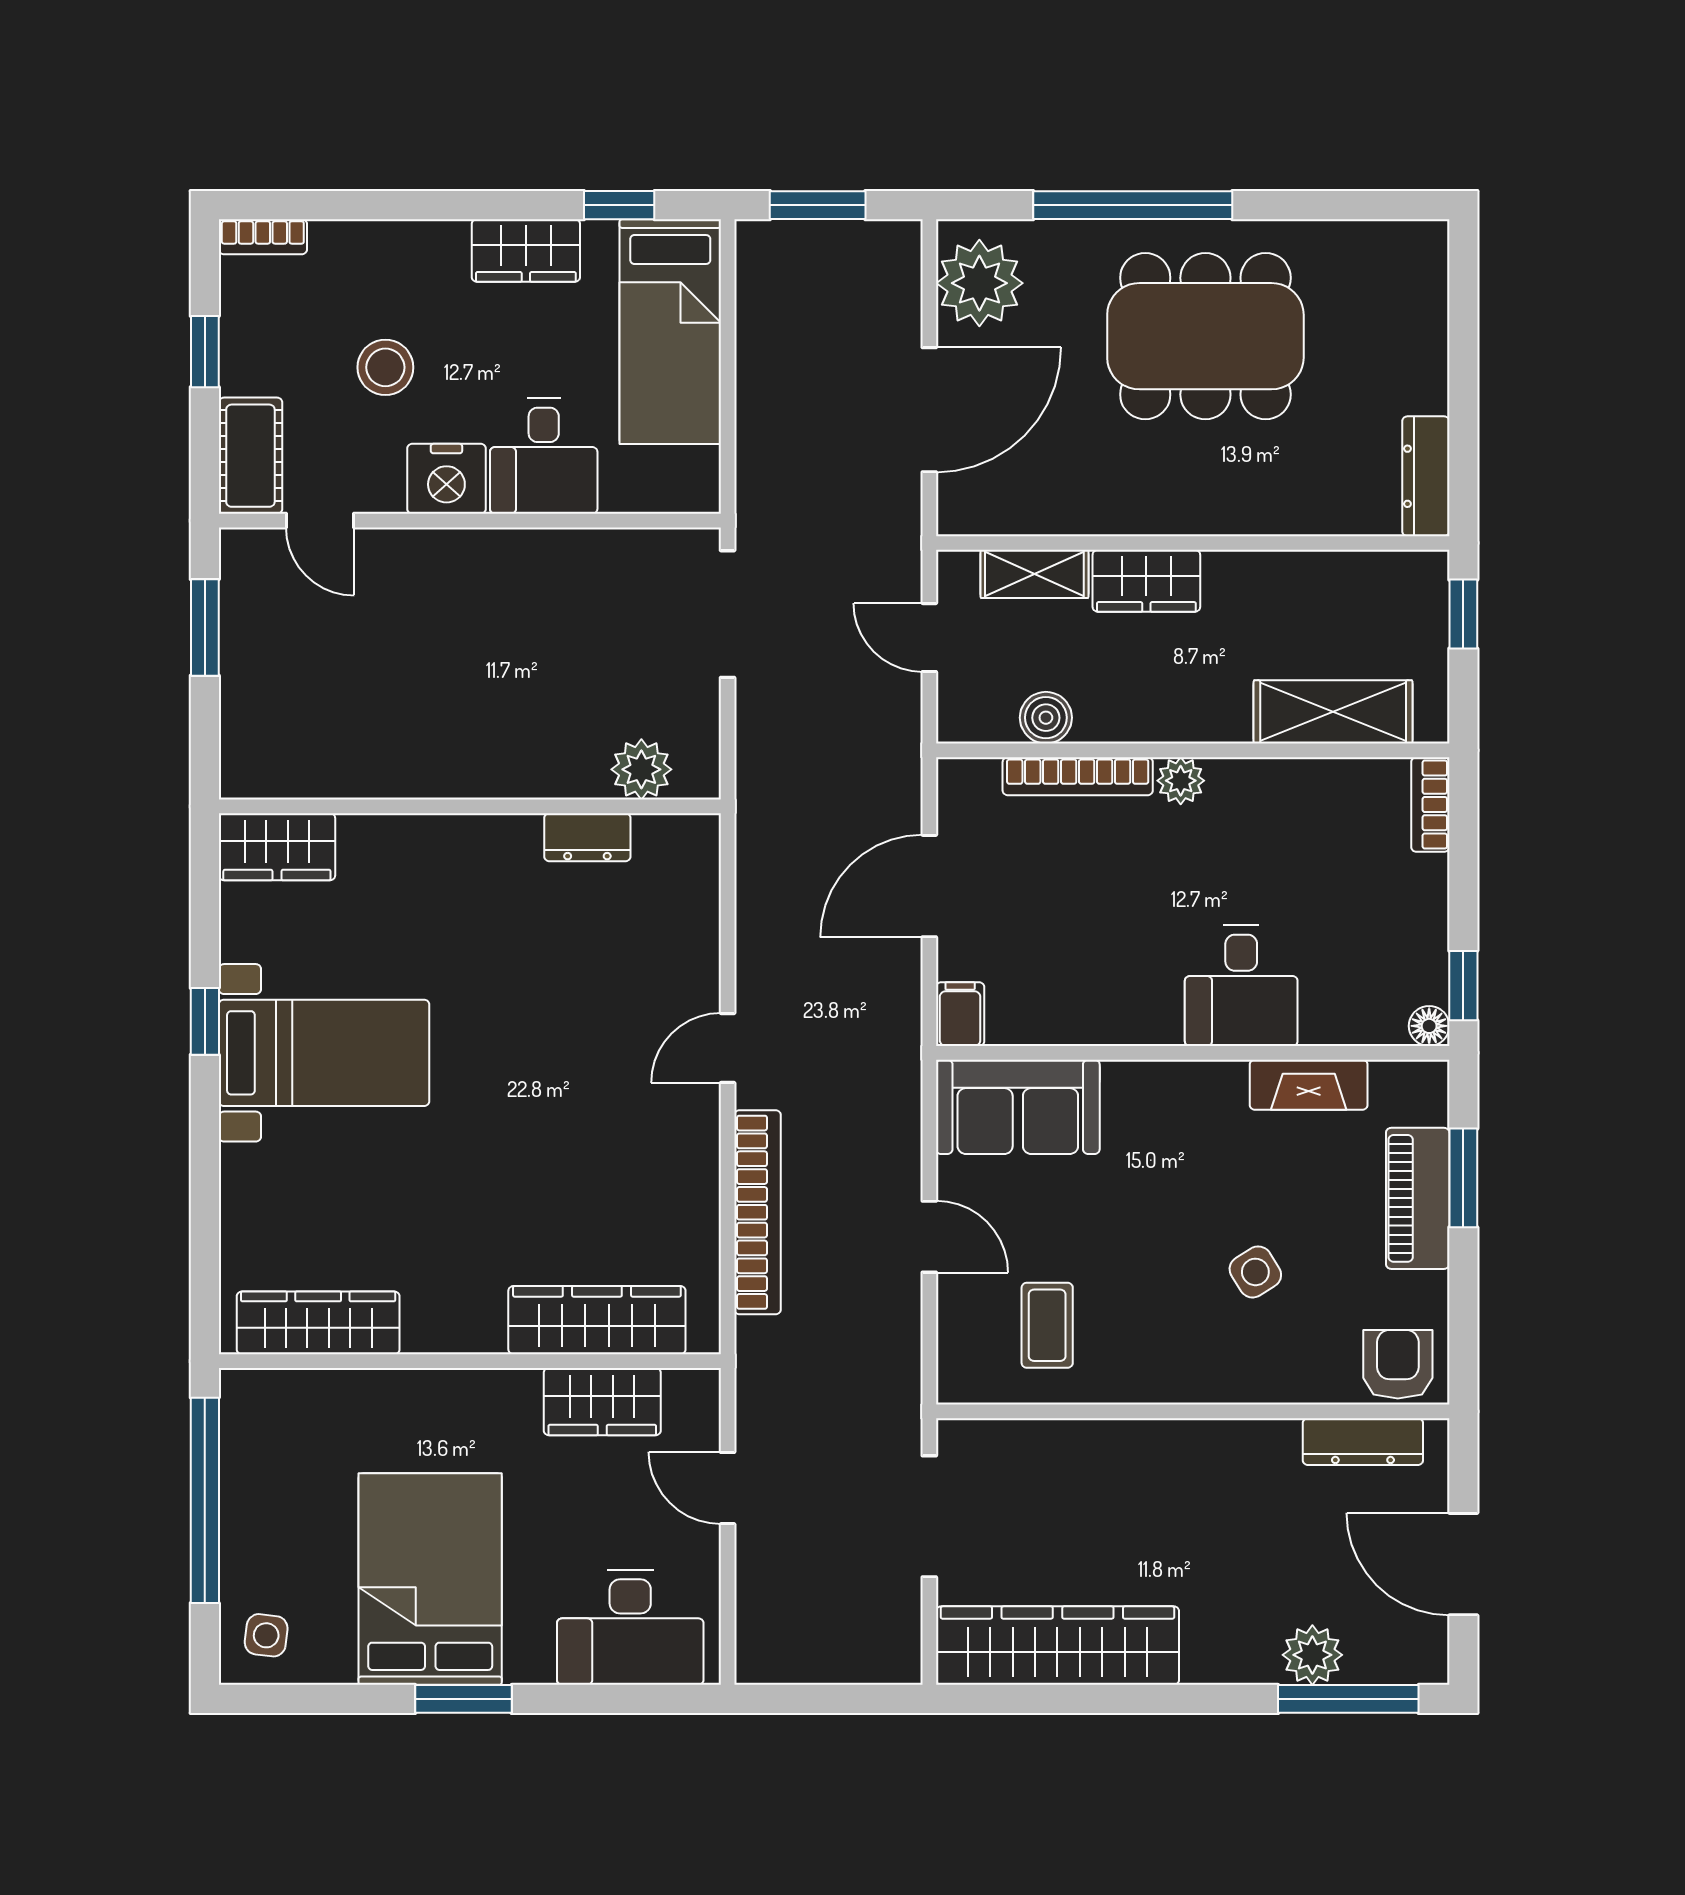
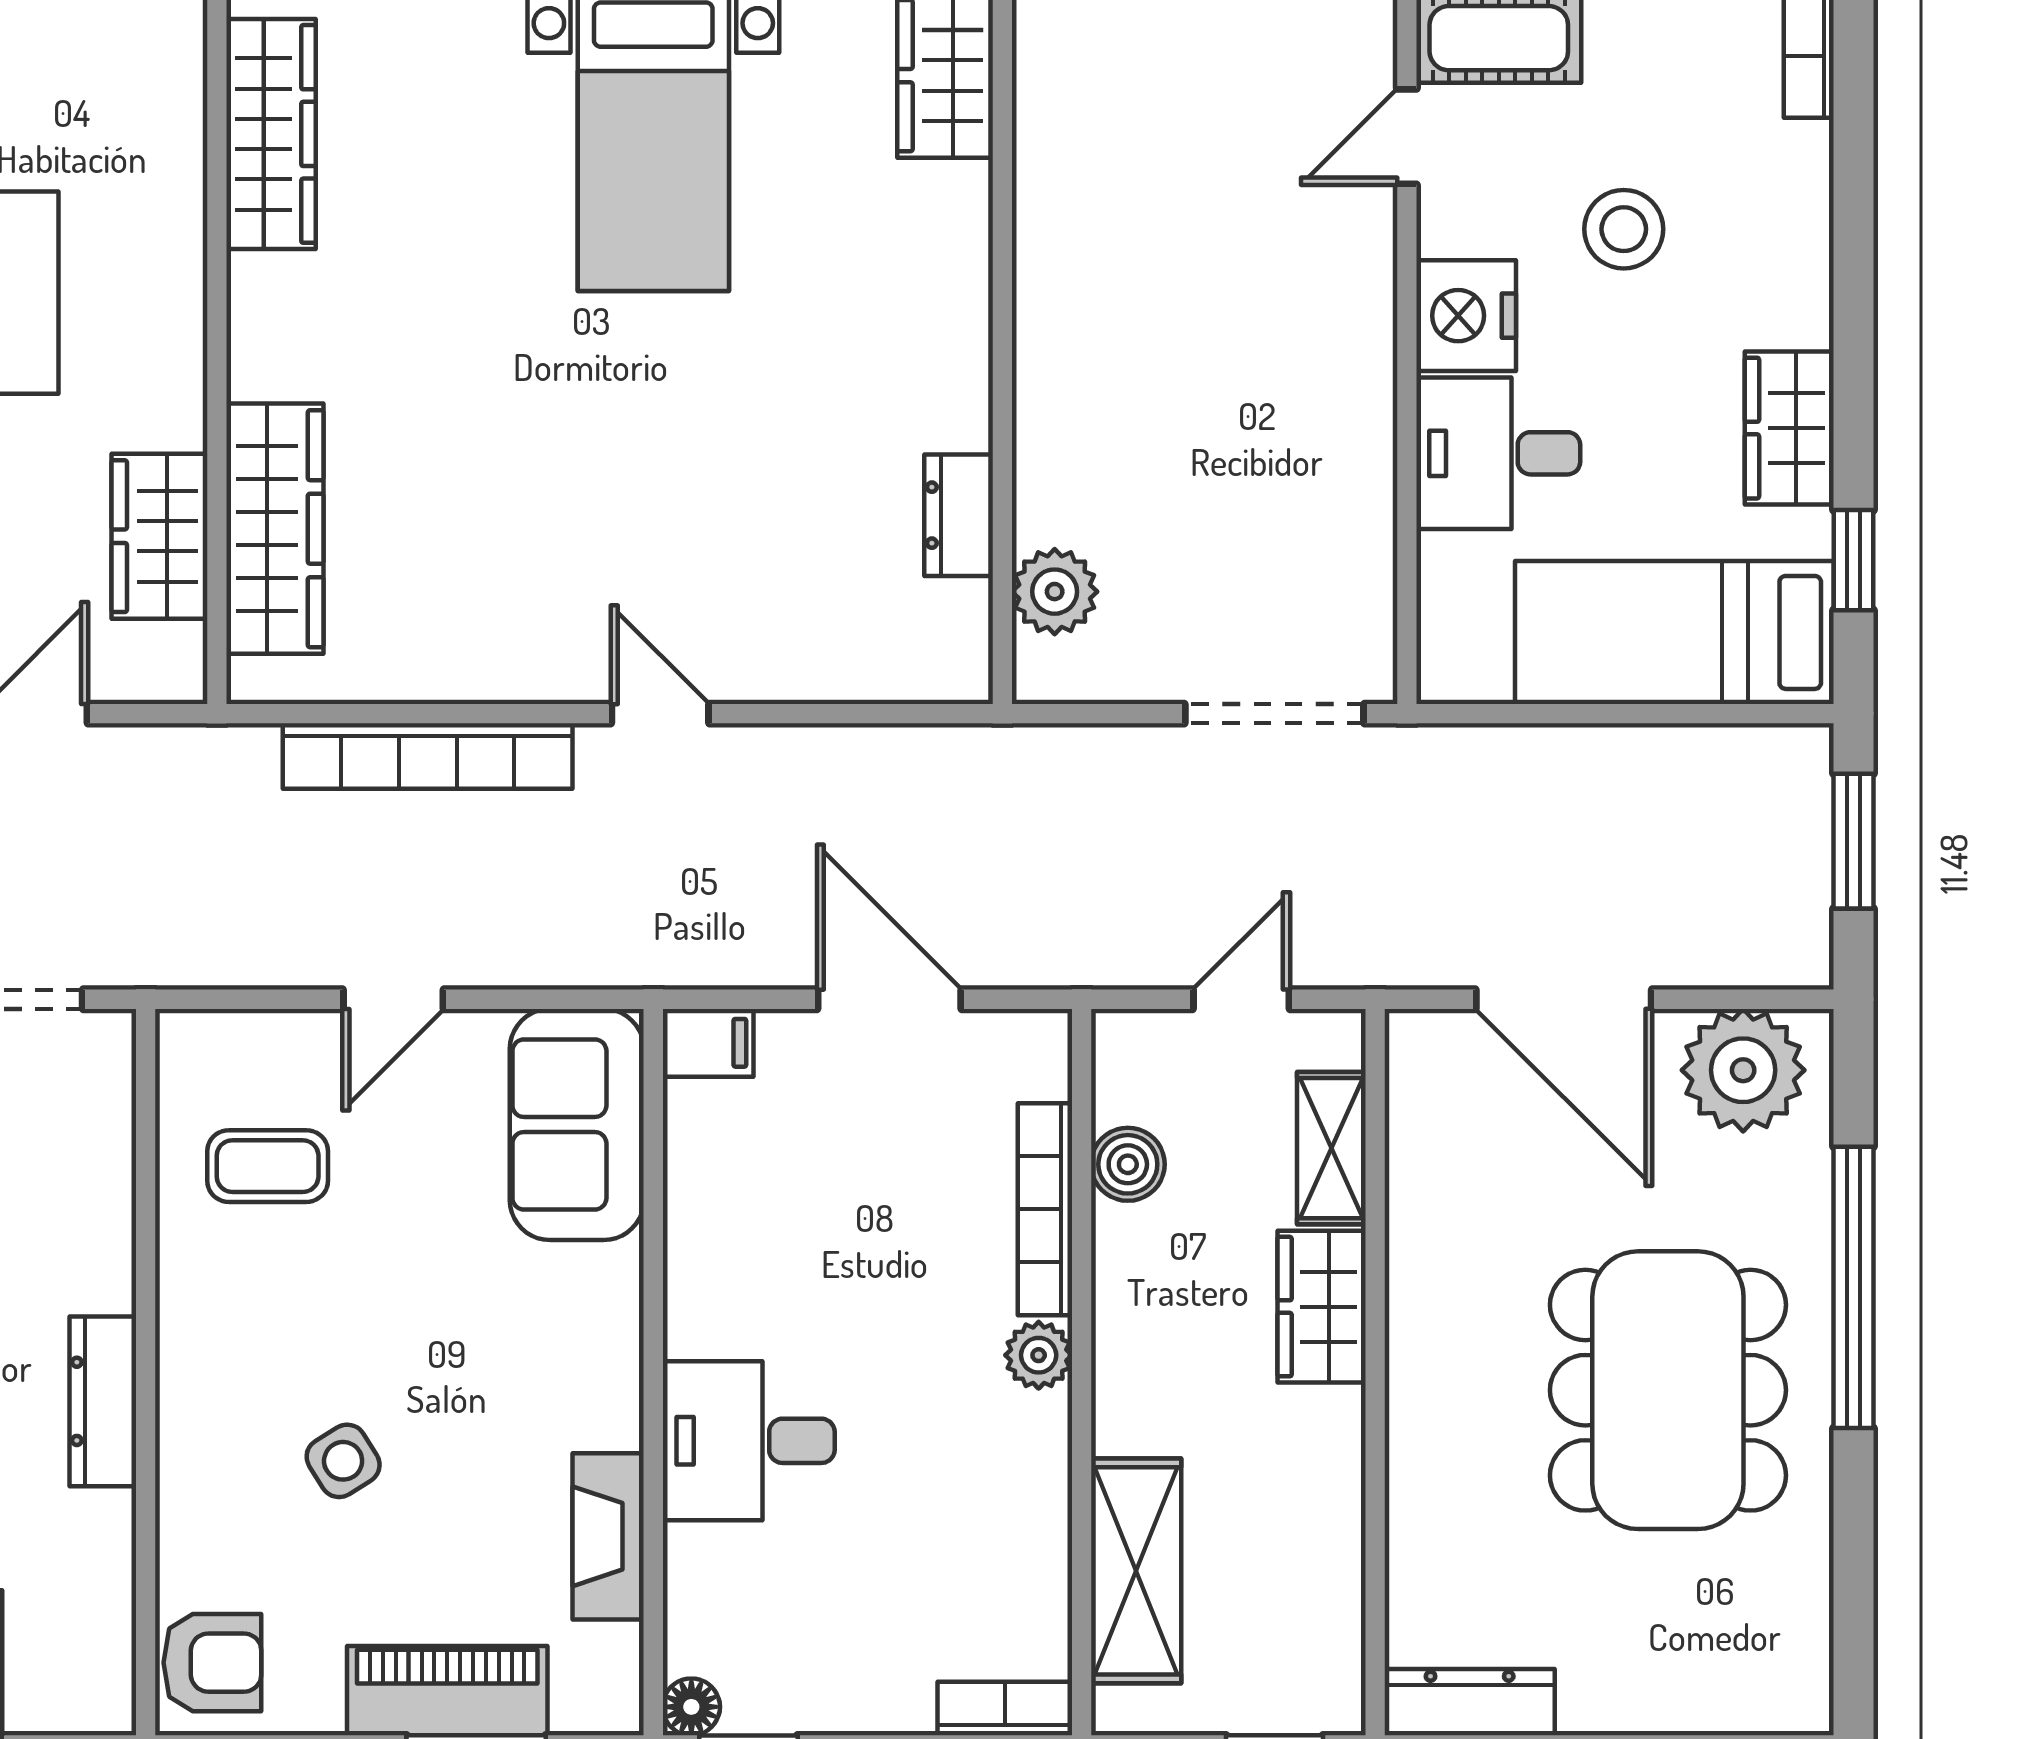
dresser: (1363, 1442) -> (103, 1401), moved

